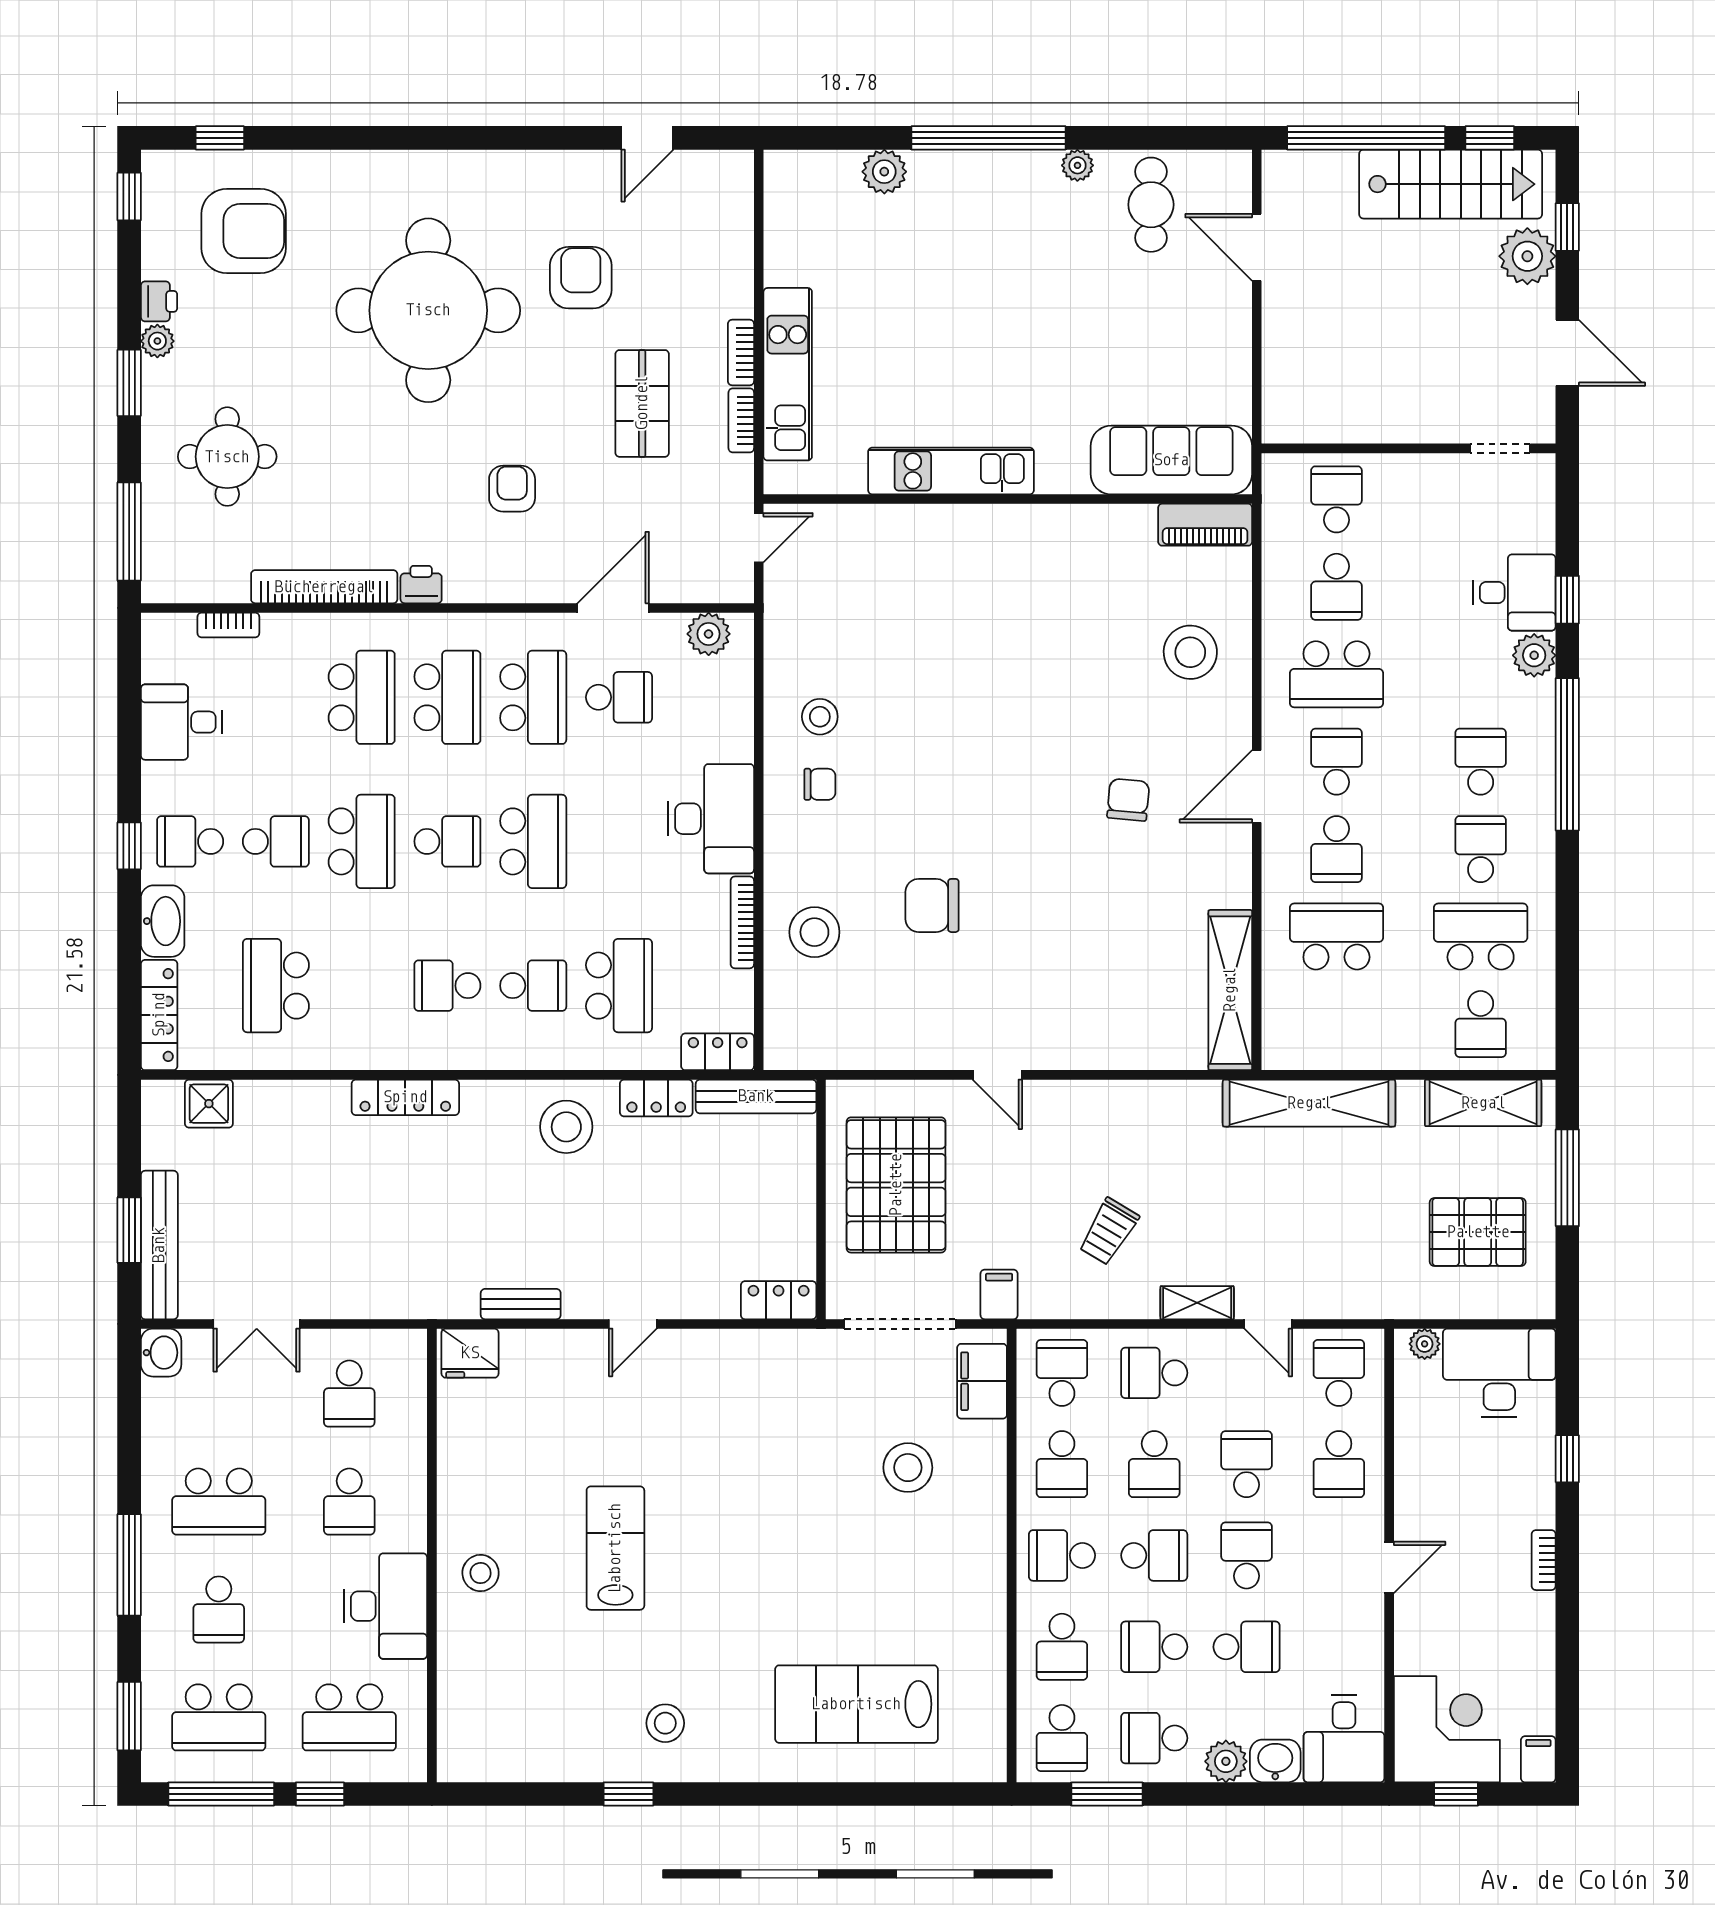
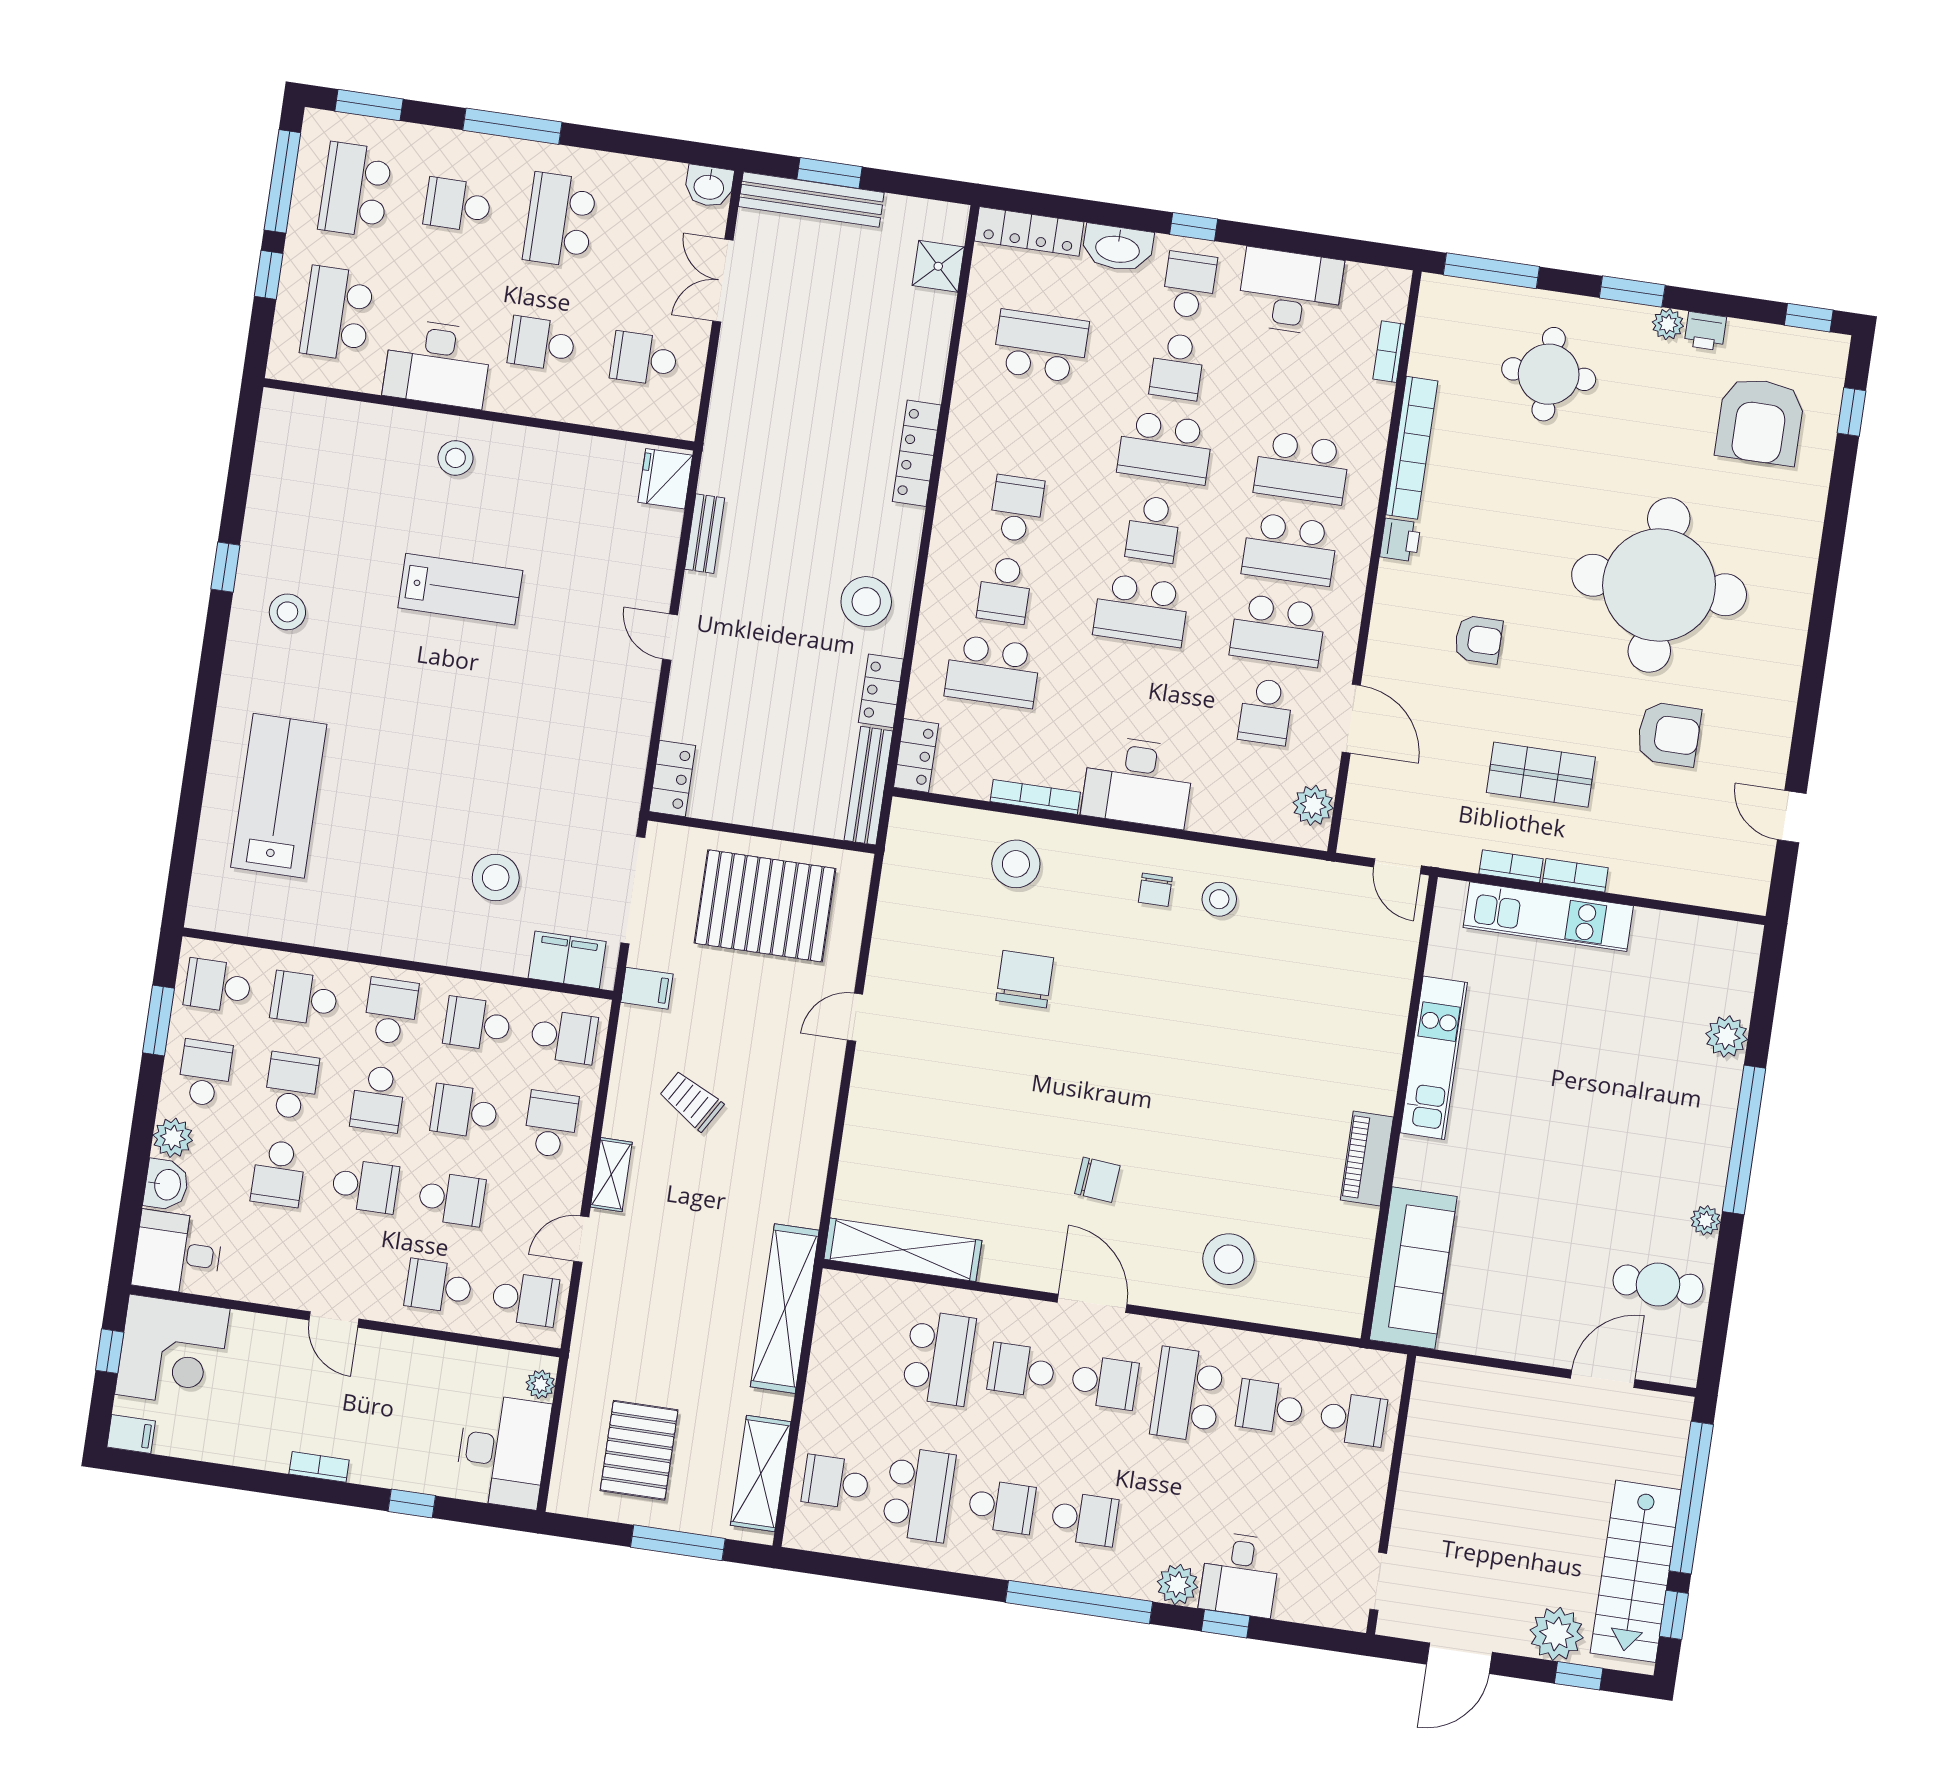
piano: (1205, 525) -> (1367, 1158), moved
desk: (181, 722) -> (1290, 292), width x1.37

